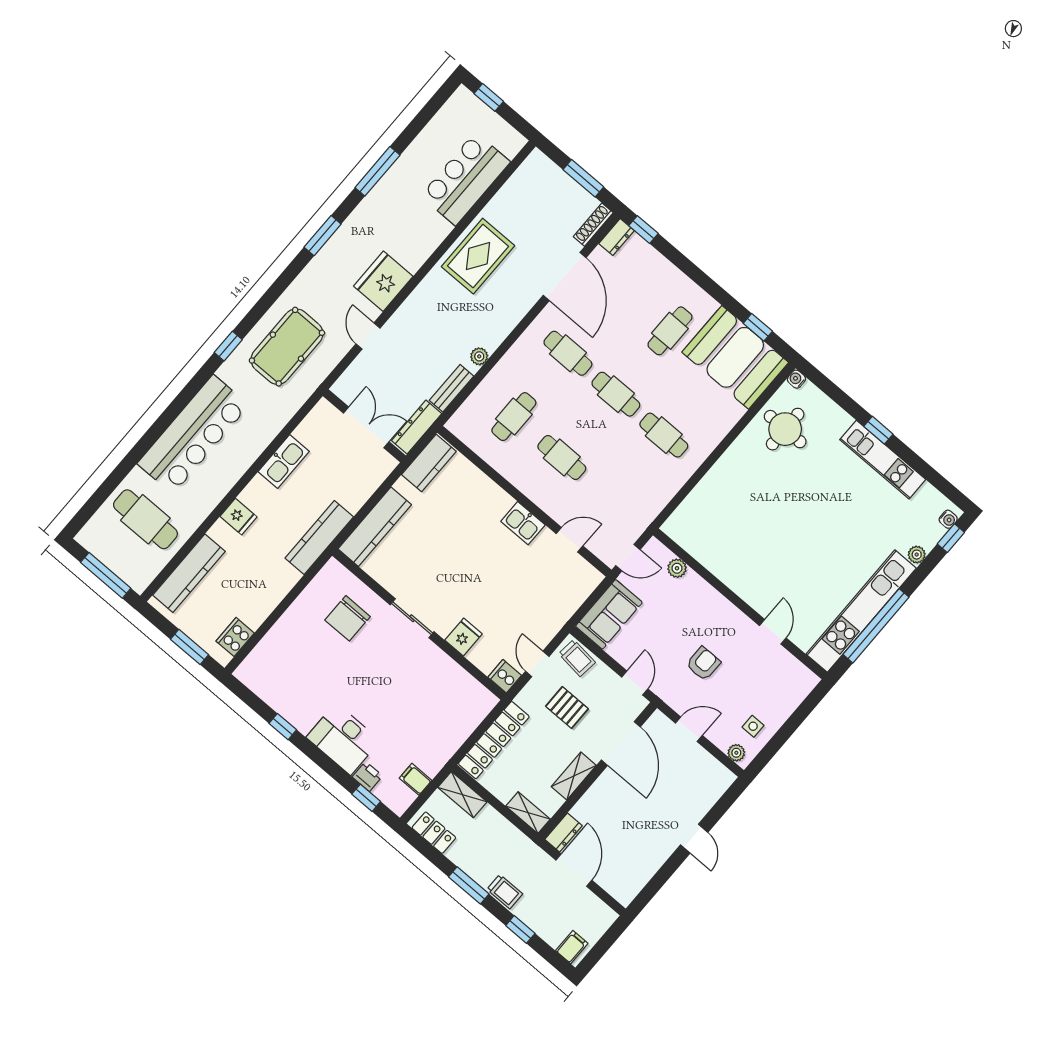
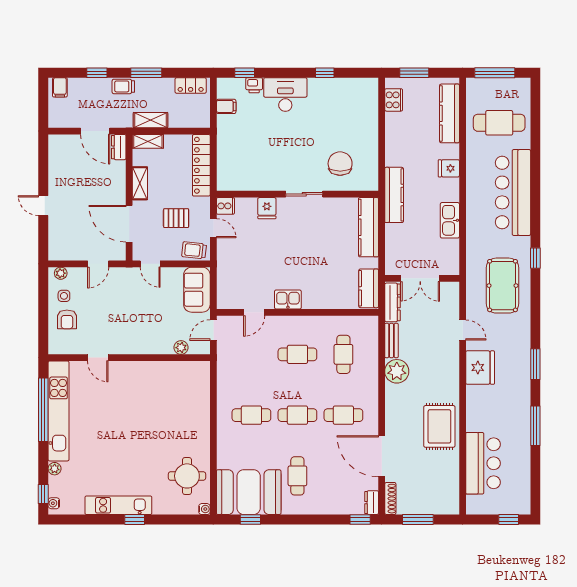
plant: (479, 356) -> (397, 371), width x1.87, depth x1.87
armchair: (703, 664) -> (67, 319), moved
shelving: (462, 795) -> (151, 120), moved

